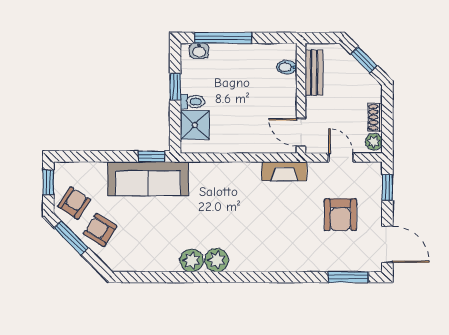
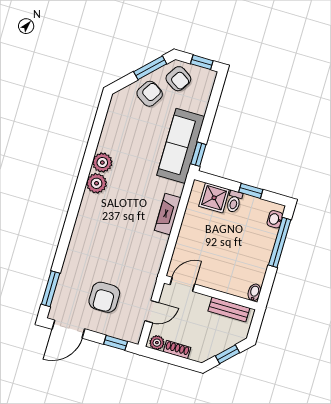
bidet: (287, 67) -> (254, 292), moved
fireplace: (284, 171) -> (168, 214), moved
armchair: (340, 215) -> (104, 297), turned -90

